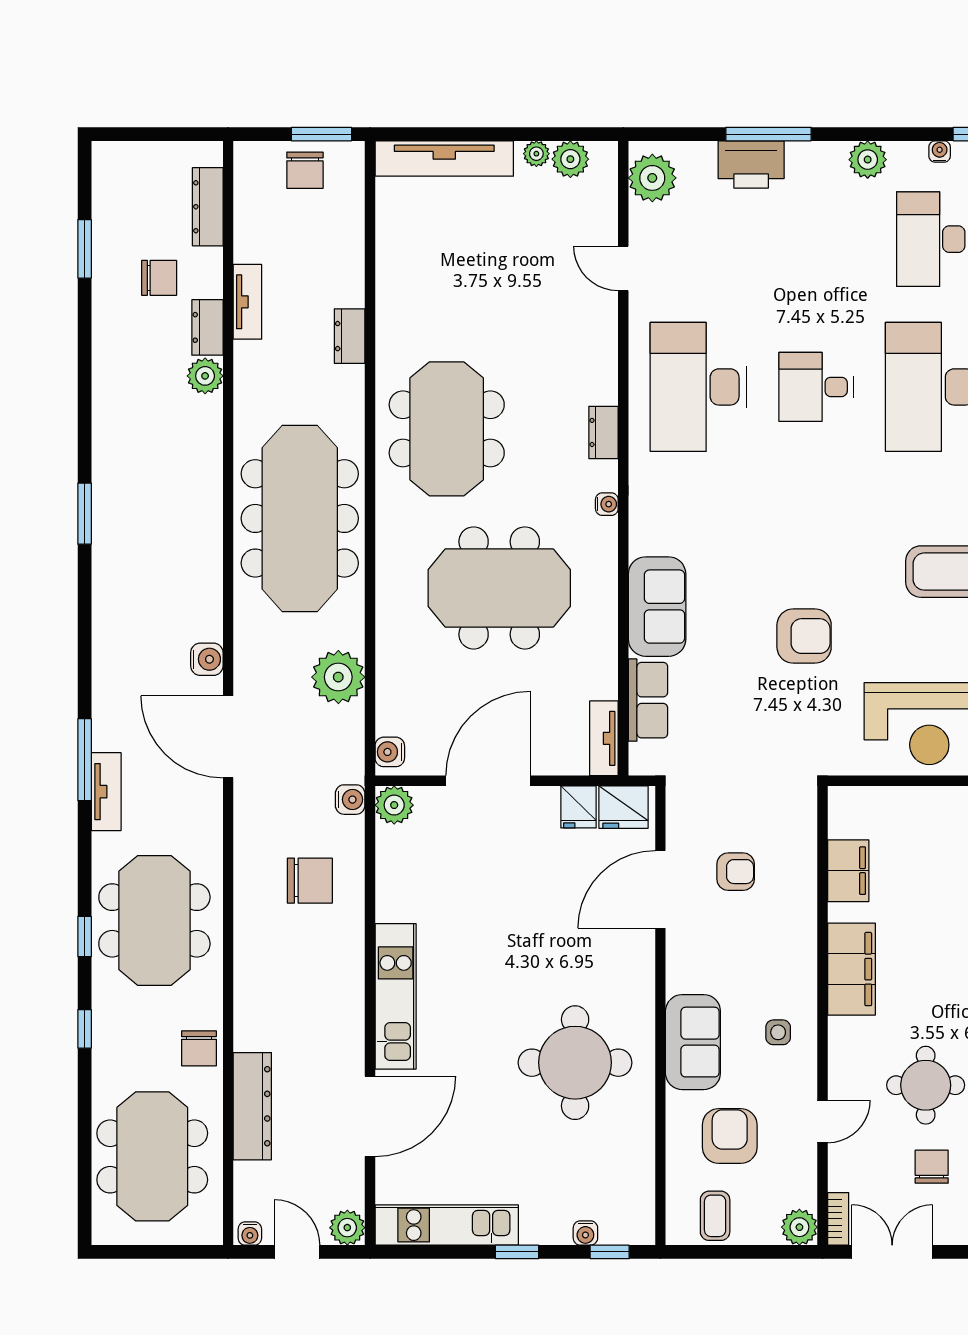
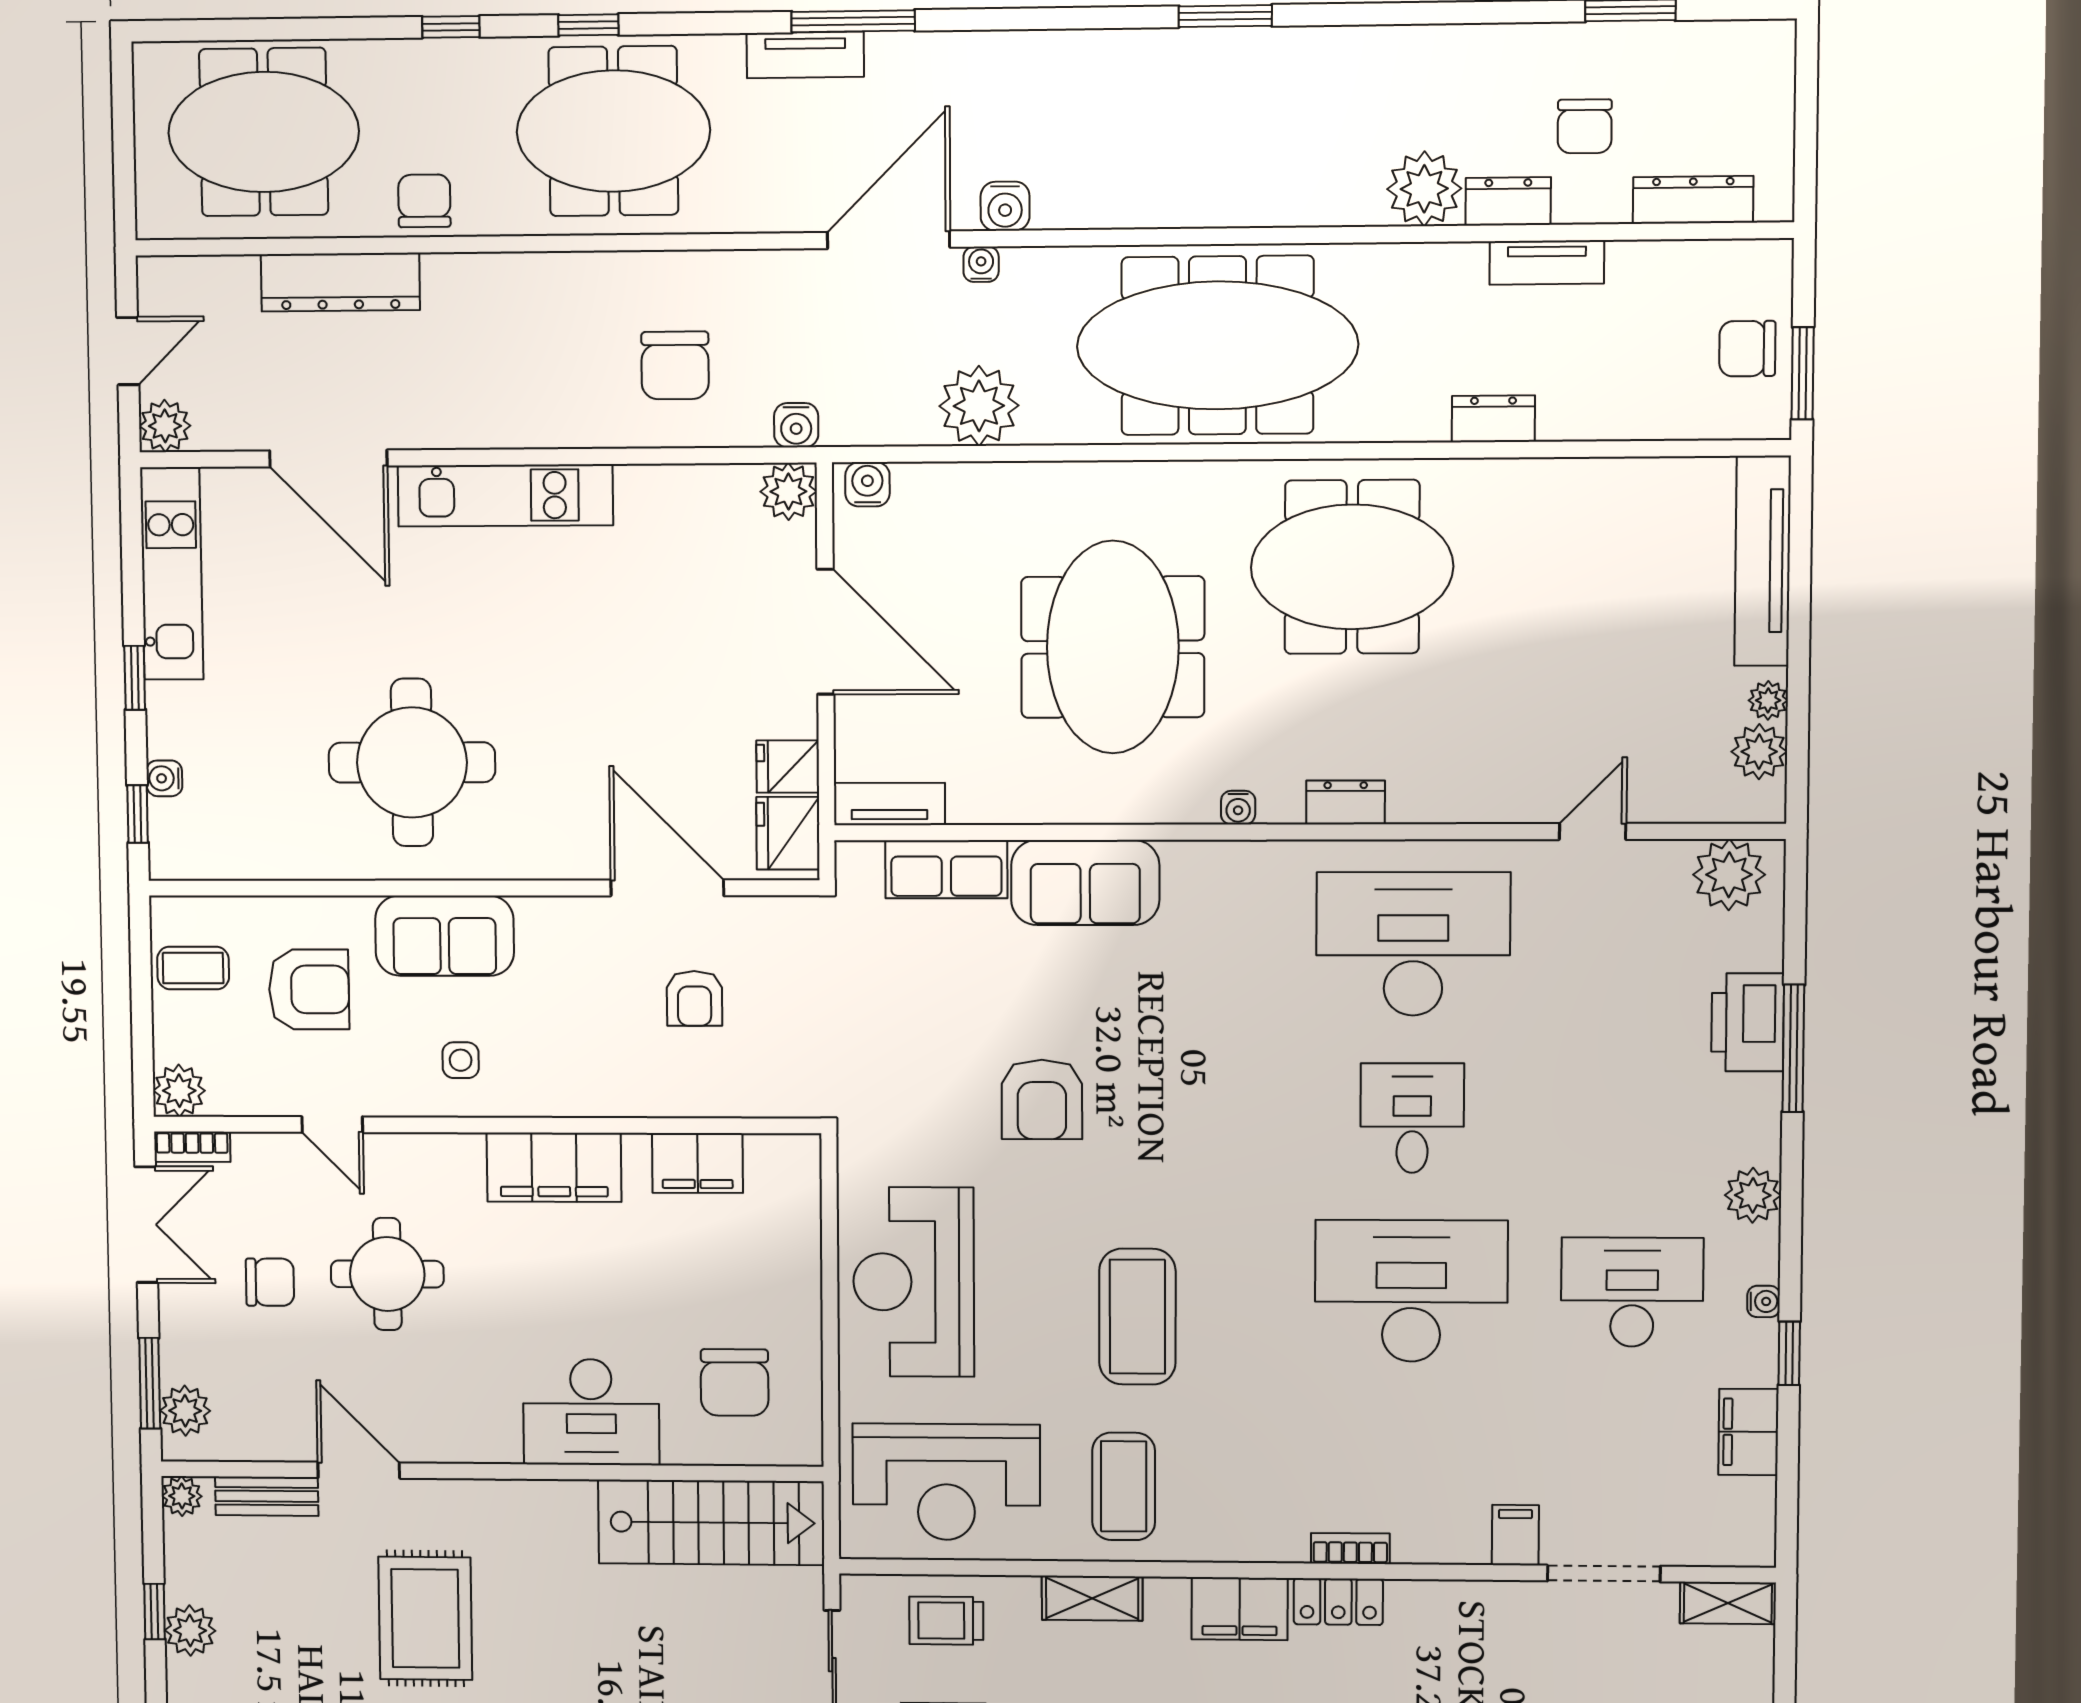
plant: (205, 376) -> (1424, 189), width x1.36, depth x1.36
chair: (199, 1048) -> (424, 201), turned 90
water cooler: (250, 1234) -> (981, 264), moved, turned 90

